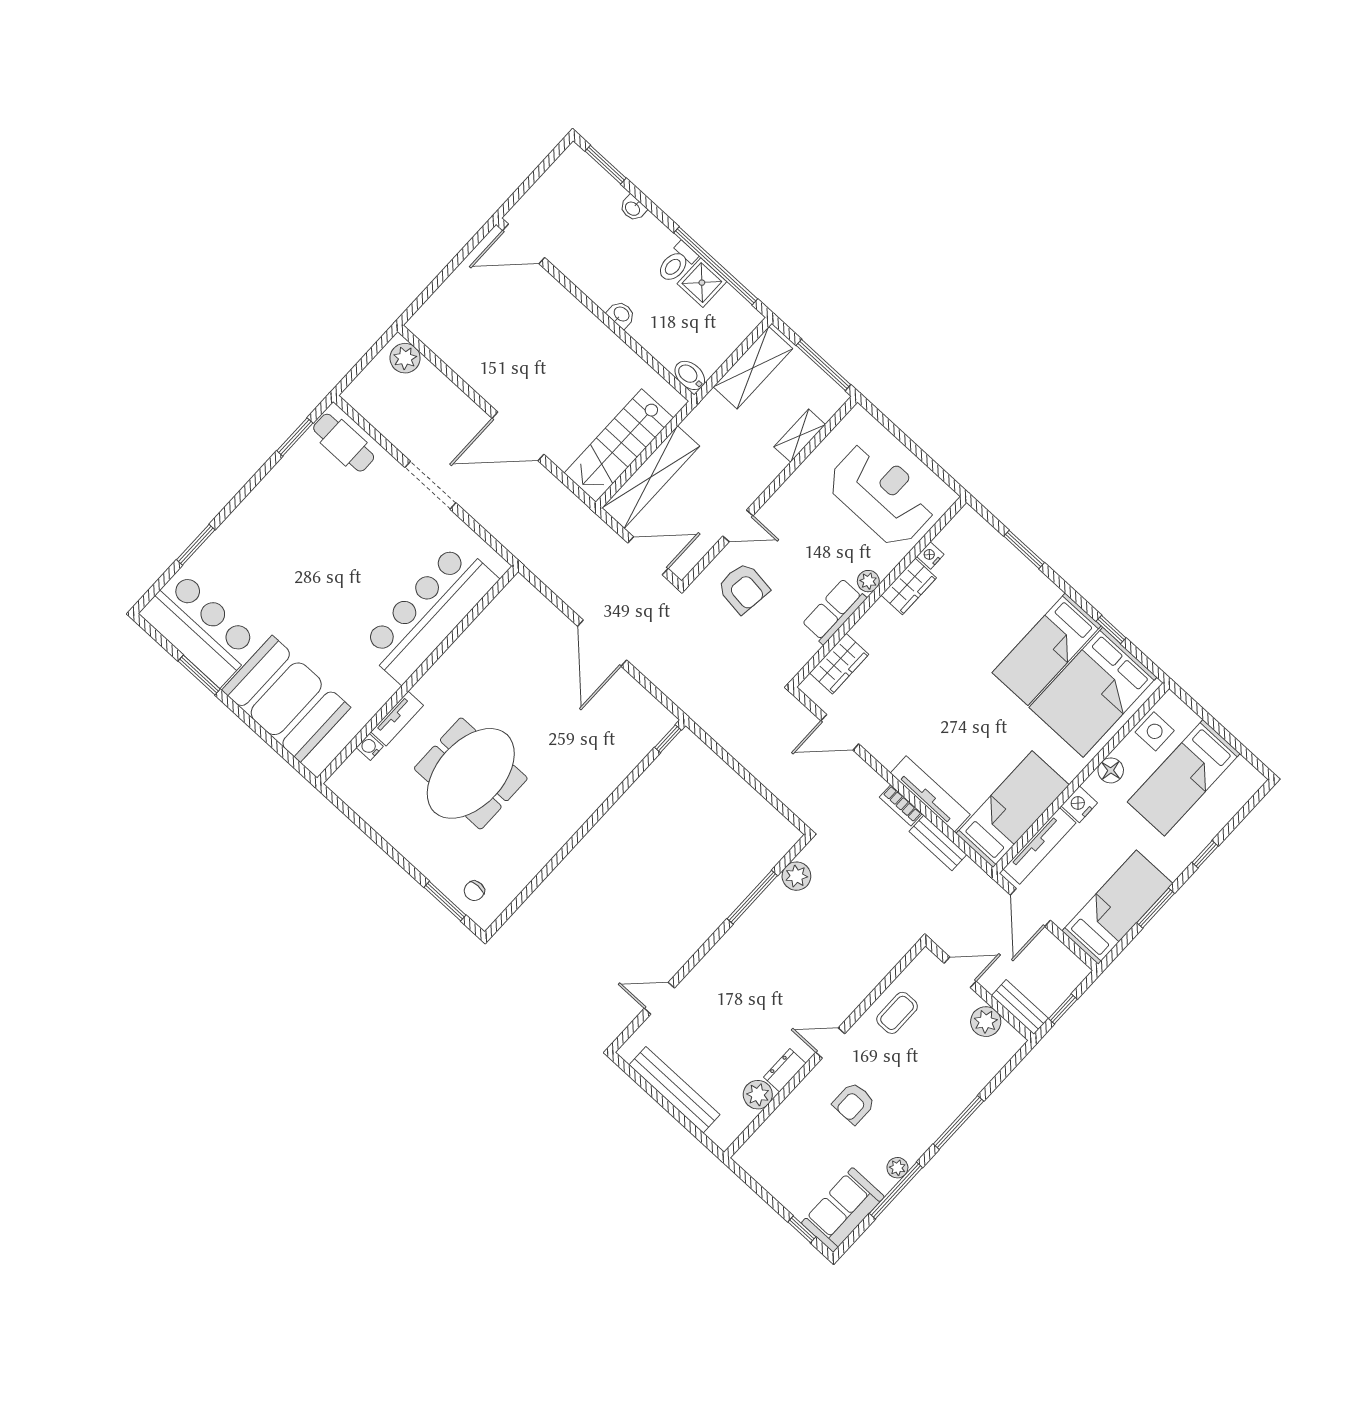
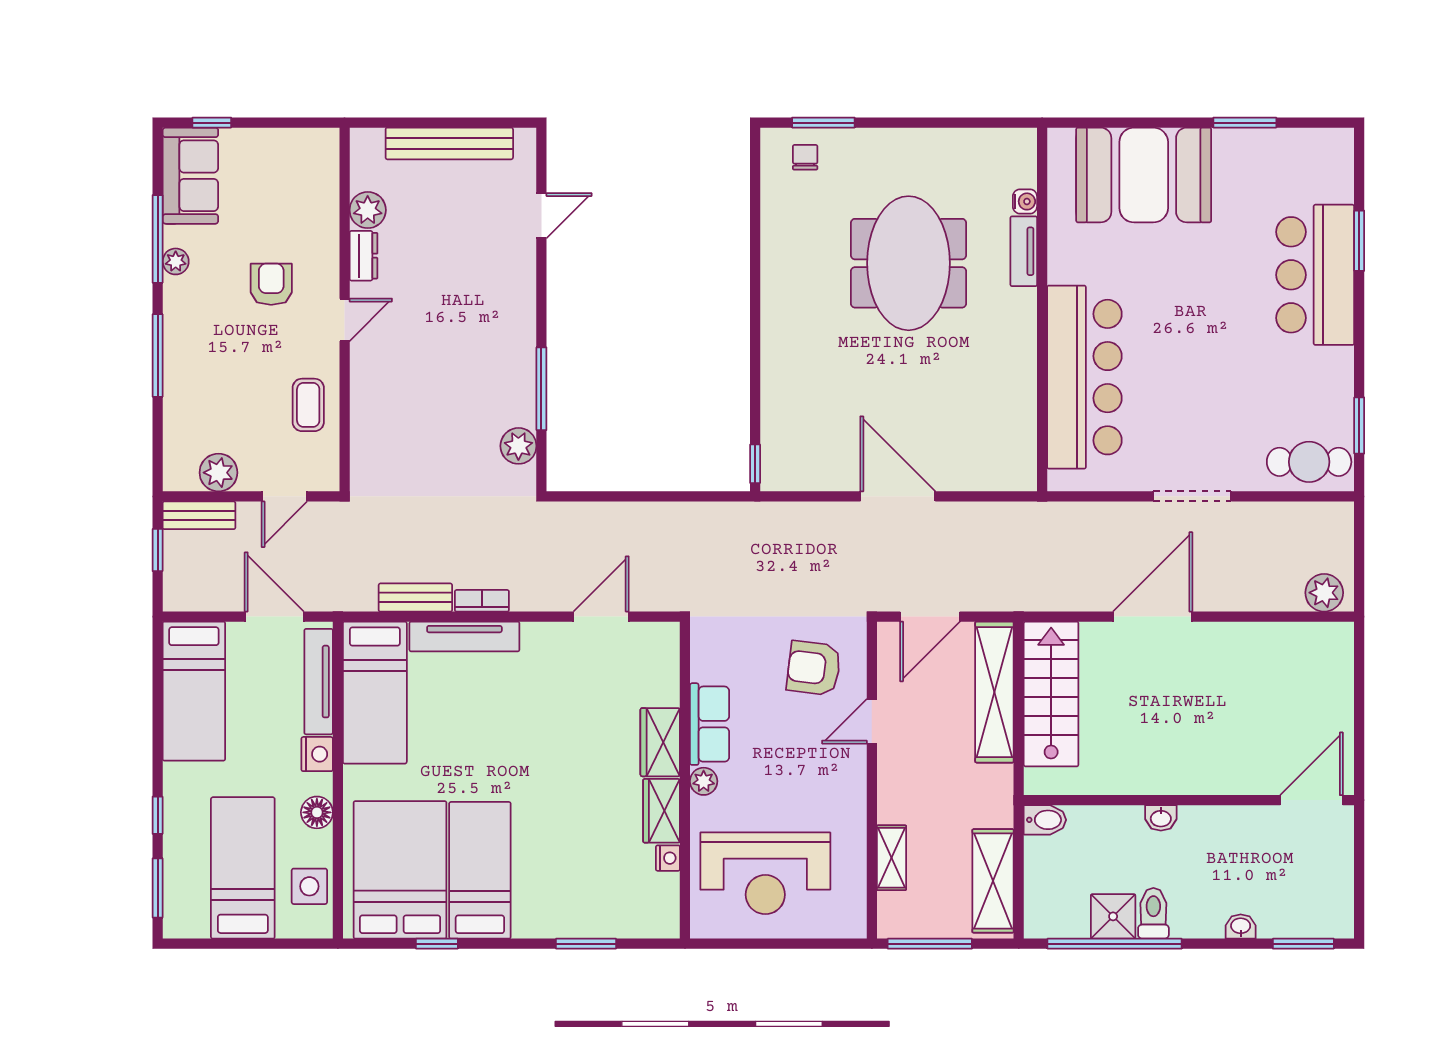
bar counter: (200, 628) -> (1315, 275), moved, turned 90
wardrobe: (839, 664) -> (660, 742), moved
window: (1156, 908) -> (158, 888), moved

